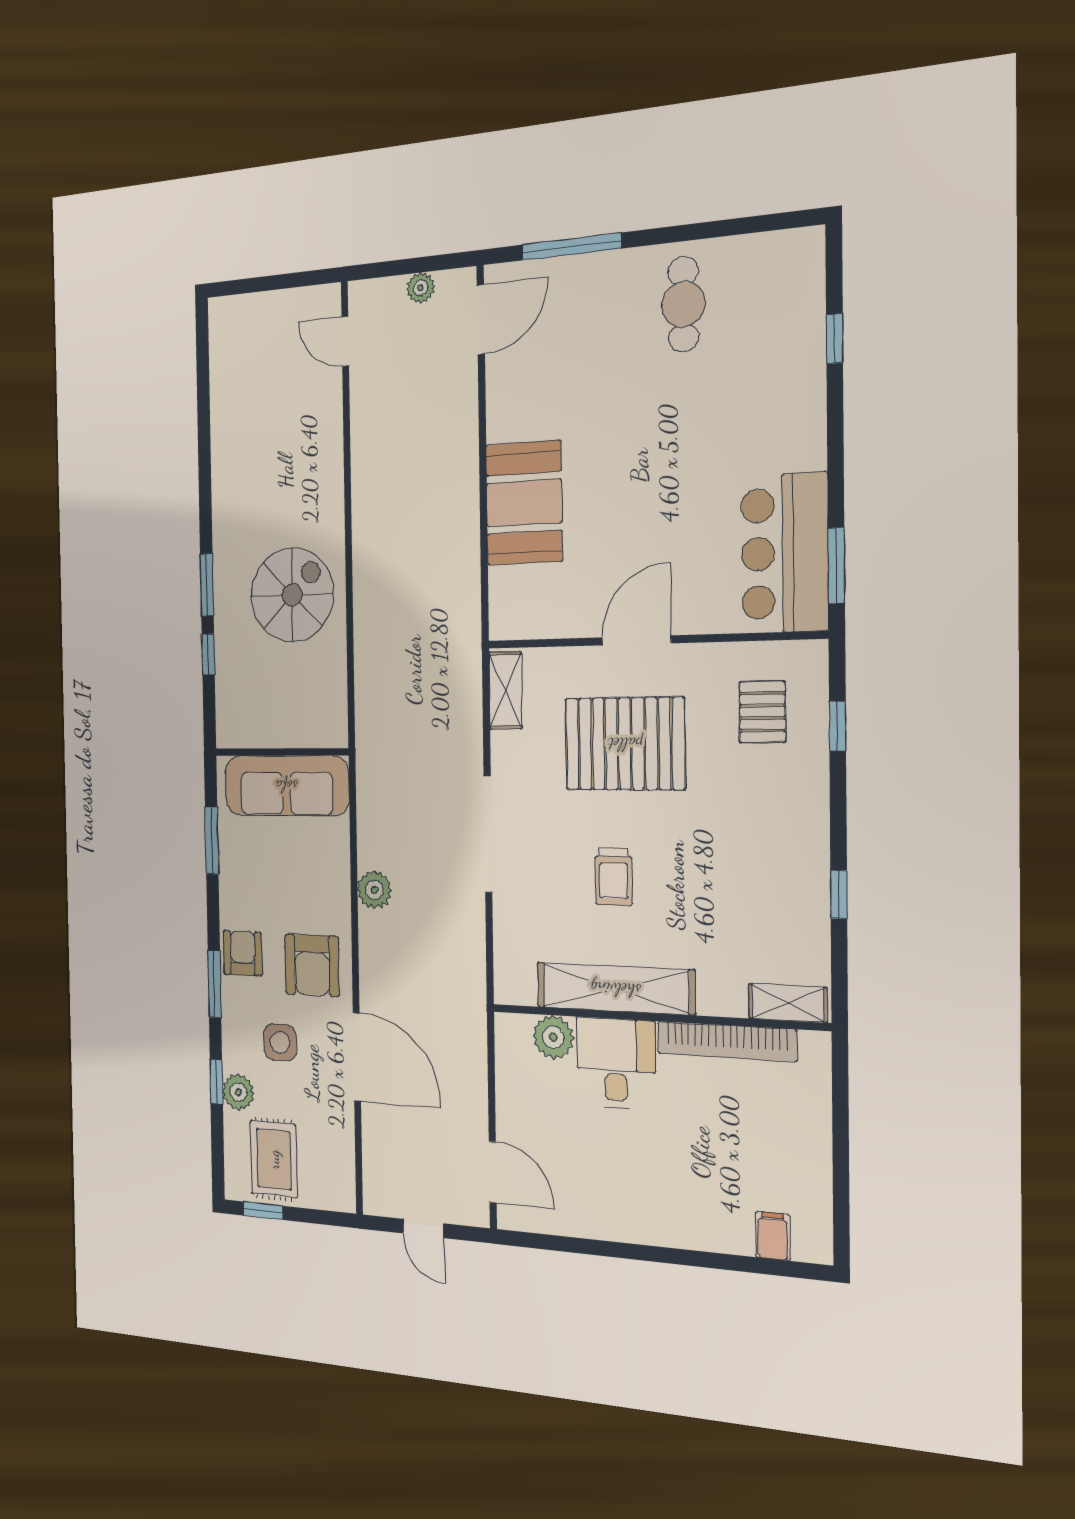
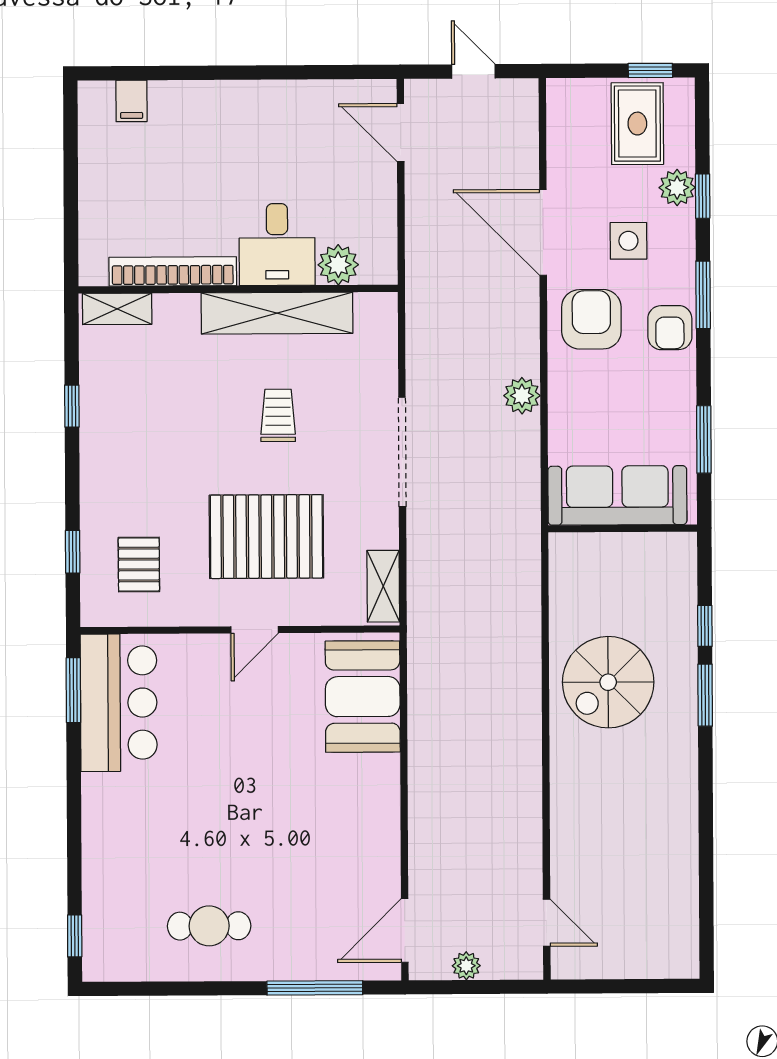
cafe table: (683, 304) -> (209, 926), turned 90
window: (835, 339) -> (75, 936), moved
booth: (524, 503) -> (363, 697), moved
door: (637, 640) -> (255, 630), width x0.73

